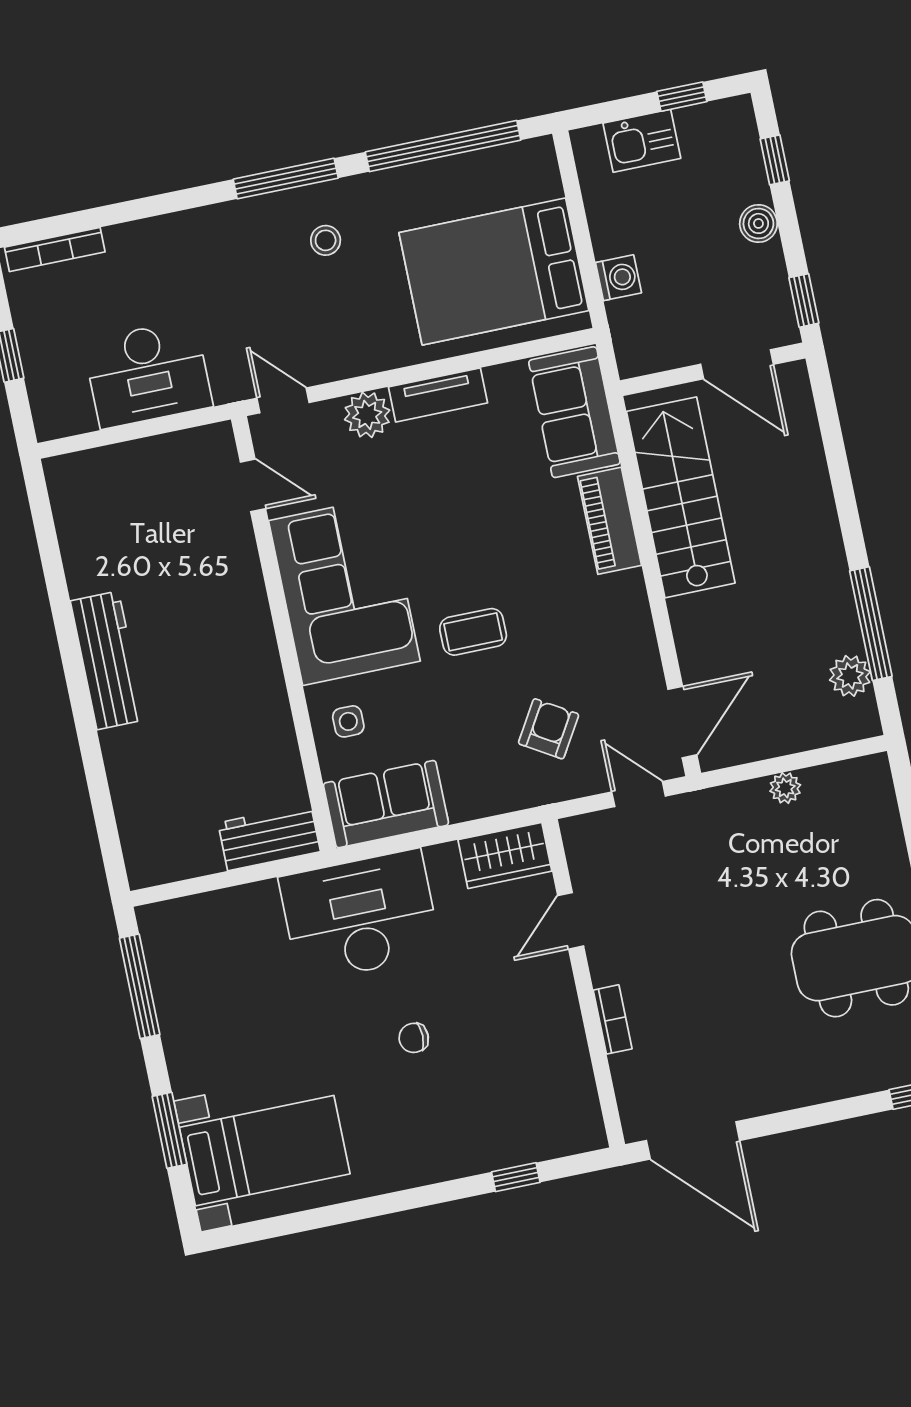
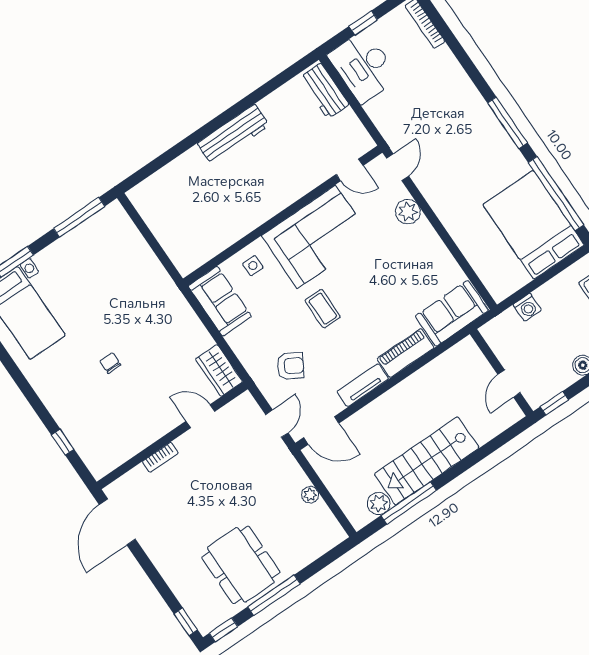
stool: (326, 240) -> (485, 155), removed
bed: (494, 272) -> (534, 225), moved
door: (737, 364) -> (509, 384), width x0.73
desk: (148, 374) -> (363, 67), moved
tv unit: (438, 395) -> (363, 385), moved, turned 90
door: (253, 485) -> (349, 170), hinge flipped
stairs: (681, 497) -> (427, 461), moved, turned 180
workbench: (269, 837) -> (324, 91), moved, turned 180
desk: (360, 916) -> (159, 311), removed

